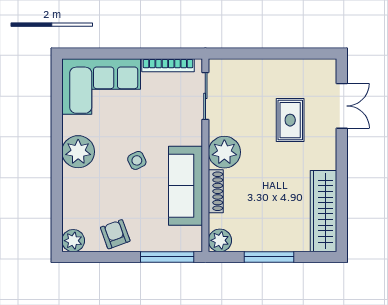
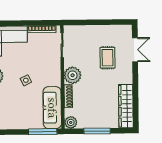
sofa: (186, 186) -> (52, 108), moved
armchair: (115, 234) -> (15, 120), removed

